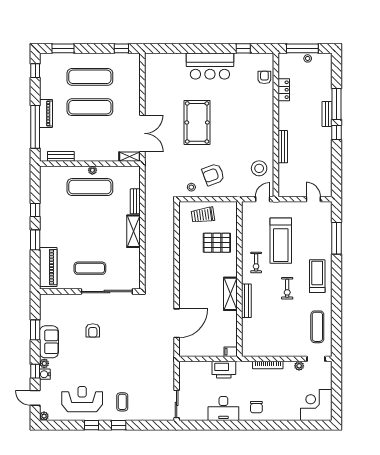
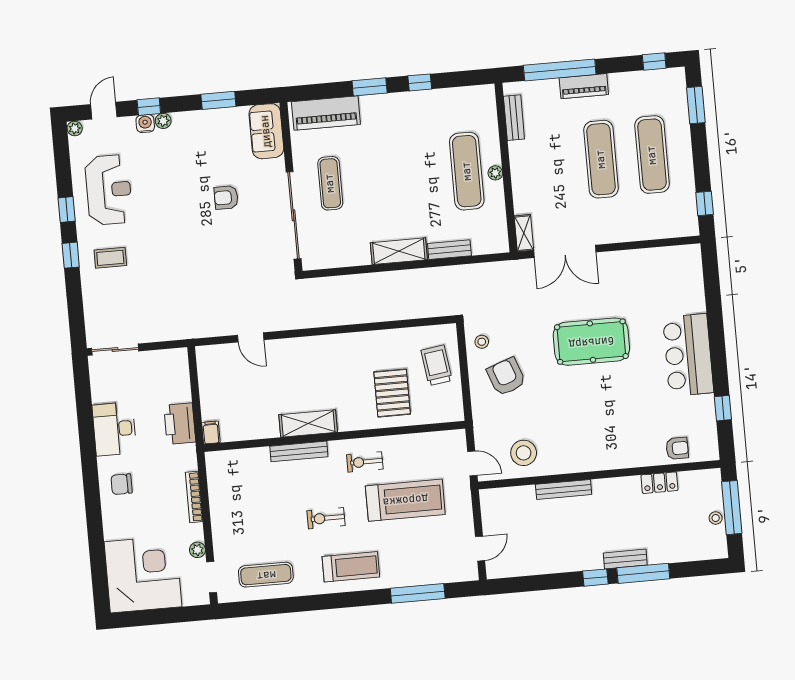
treadmill: (281, 241) -> (405, 500), turned 180
door: (177, 323) -> (251, 337), width x0.53
sofa: (49, 342) -> (266, 131), moved, turned 90
corner desk: (316, 405) -> (143, 574), width x1.36, depth x1.36

